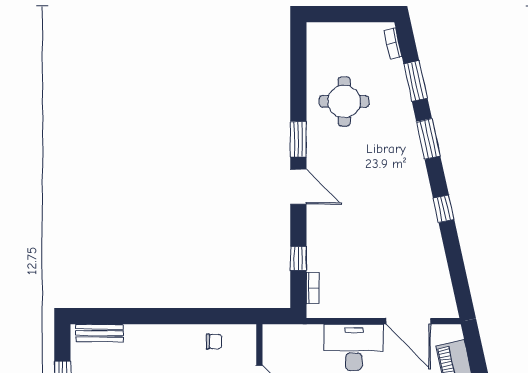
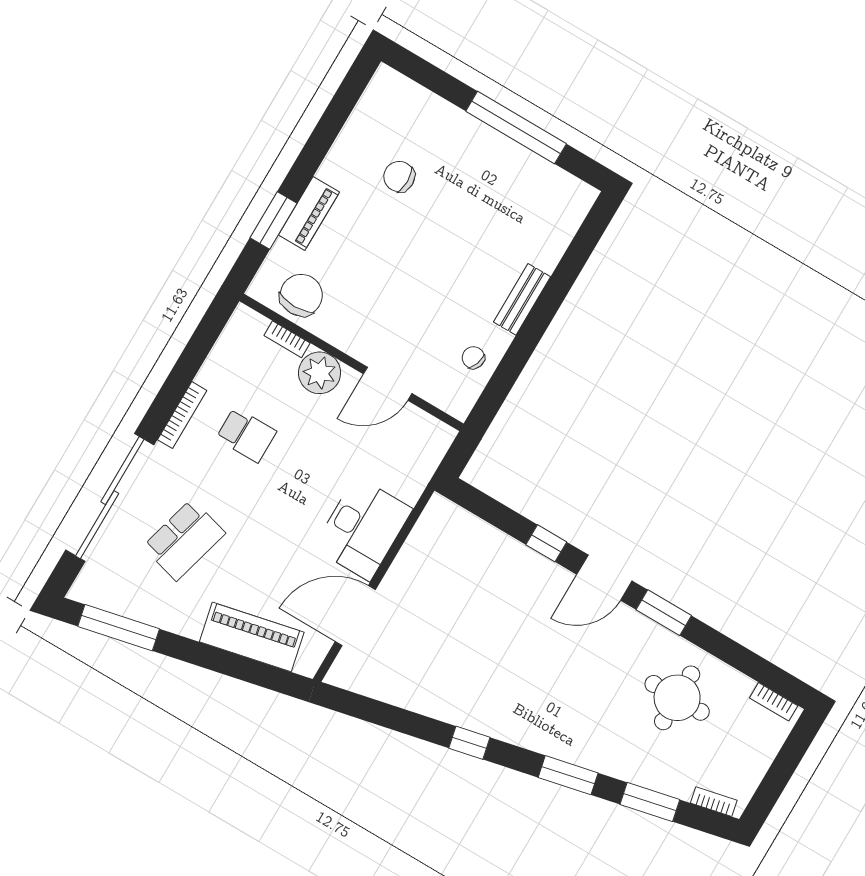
window: (298, 258) -> (546, 543), moved
bookcase: (313, 288) -> (774, 702), moved
bench: (99, 333) -> (522, 299), moved
chair: (214, 342) -> (473, 358), turned 110

